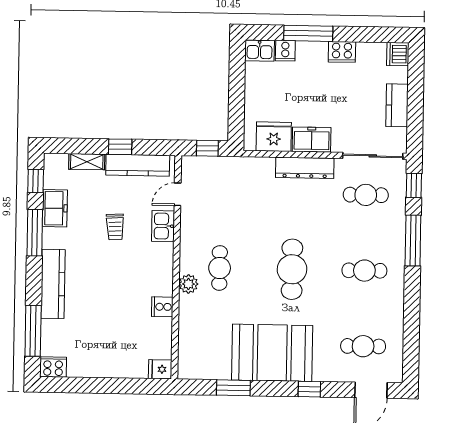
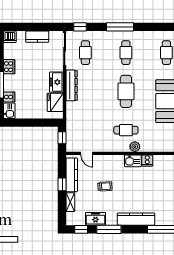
kitchen sink: (163, 226) -> (133, 161), moved
window: (413, 241) -> (120, 27), moved
cafe table: (292, 269) -> (126, 91), turned 90

